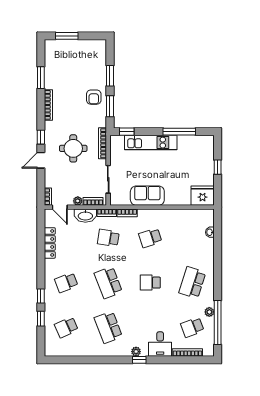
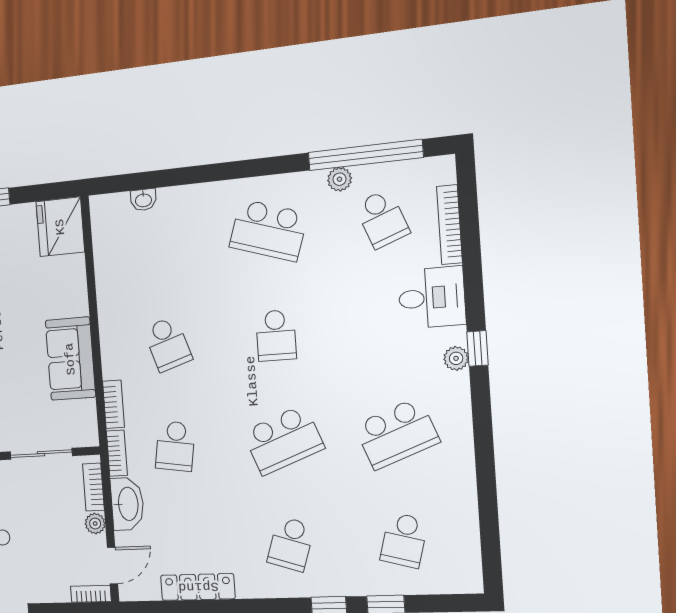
school desk: (66, 283) -> (291, 544), turned 39
school desk: (66, 327) -> (404, 540), turned 39

